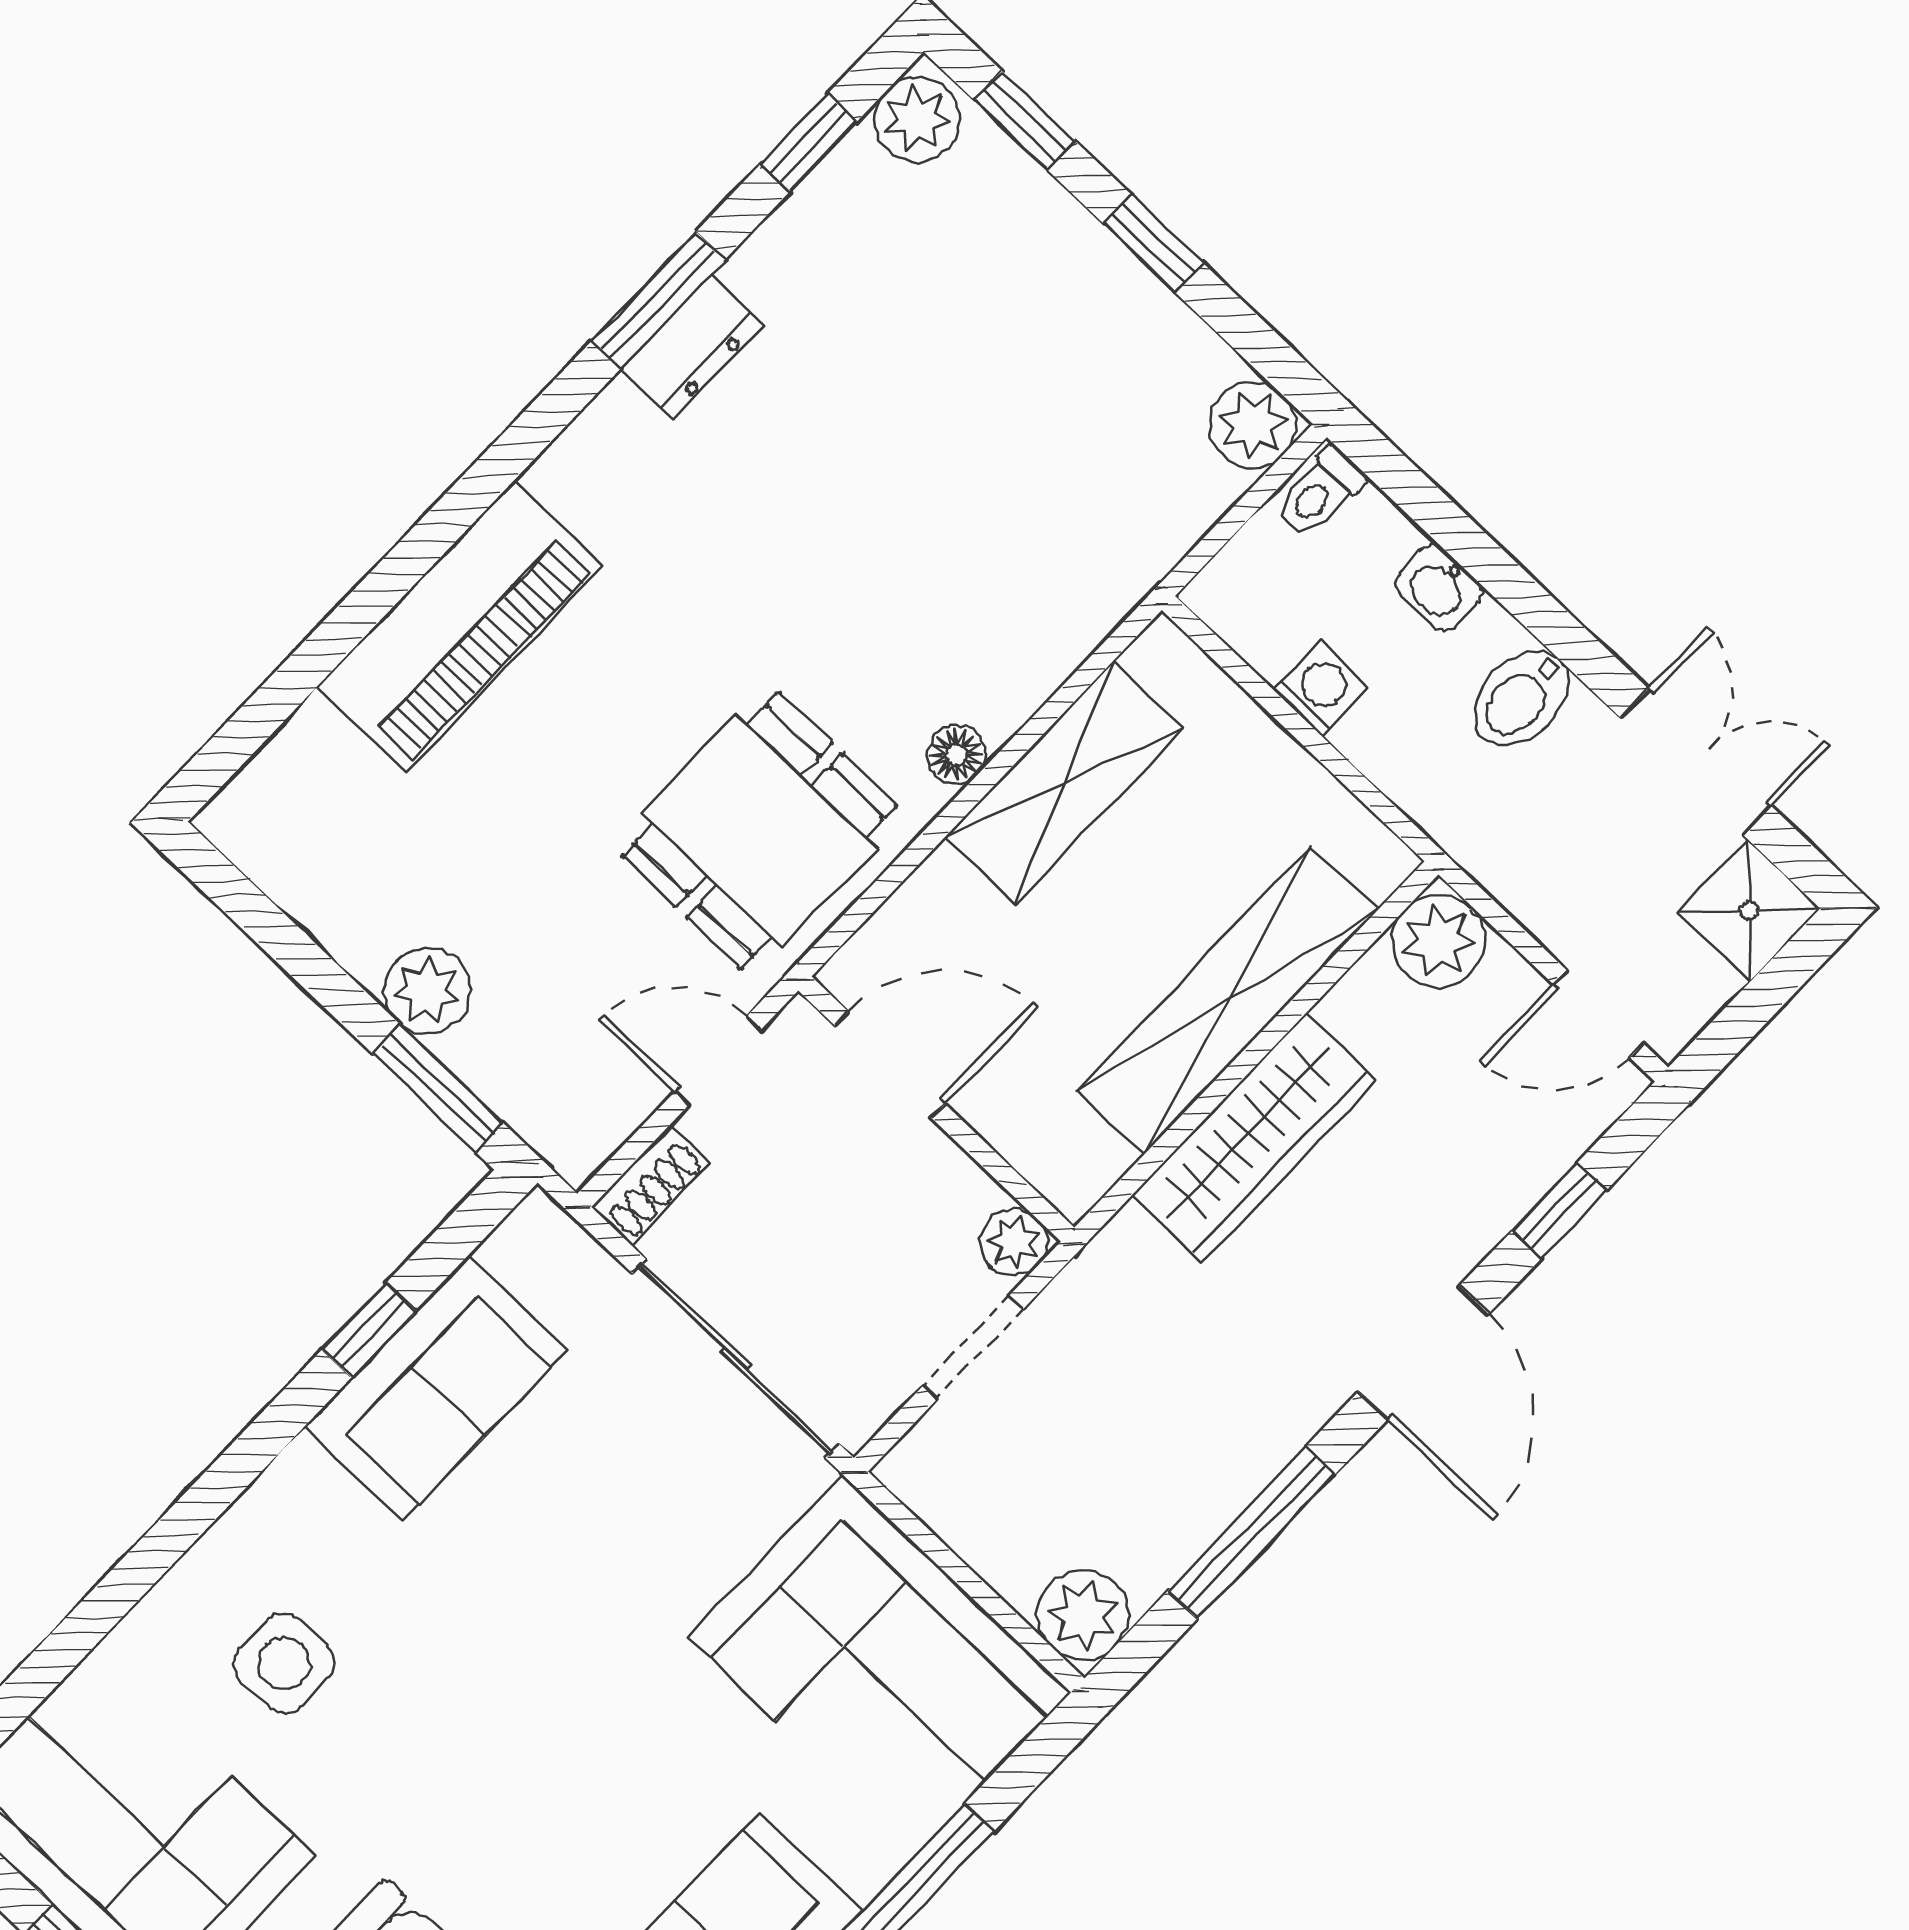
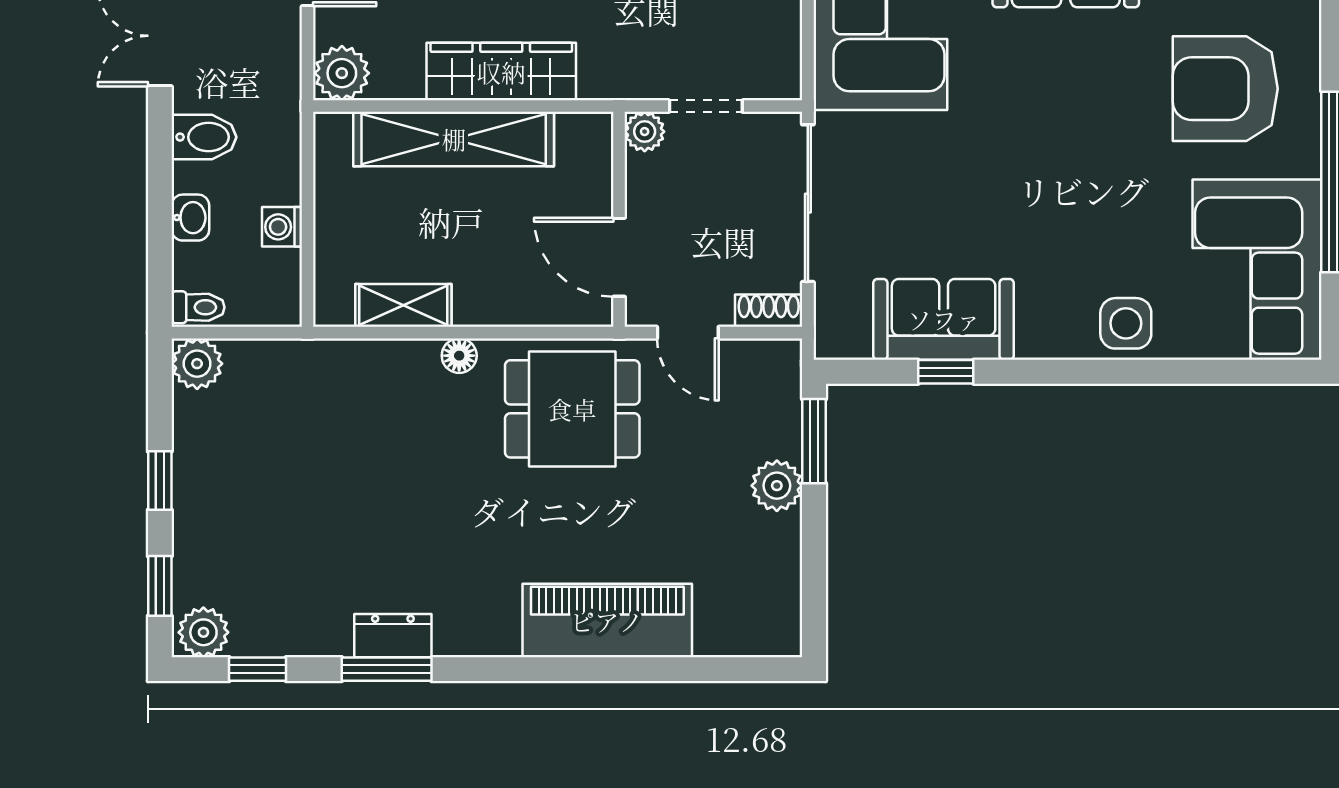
shelving: (1064, 783) -> (403, 305), width x0.67, depth x0.75
side table: (284, 1663) -> (1126, 323), moved

